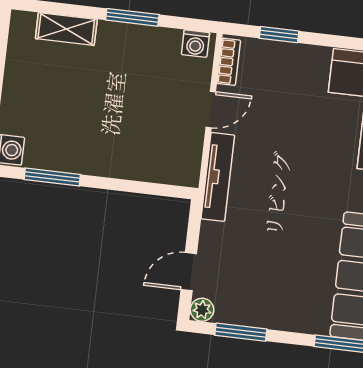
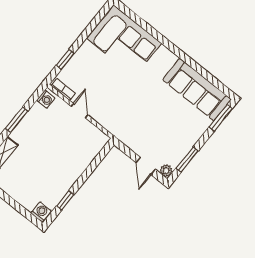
window: (52, 177) -> (65, 200), width x0.67
tv unit: (218, 177) -> (112, 126), removed

